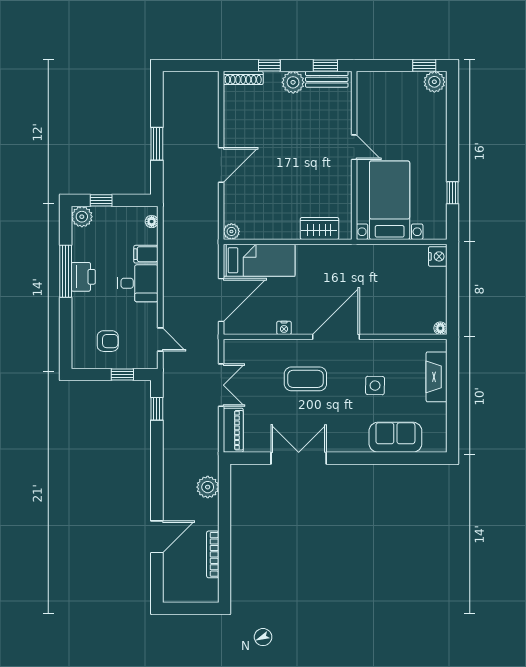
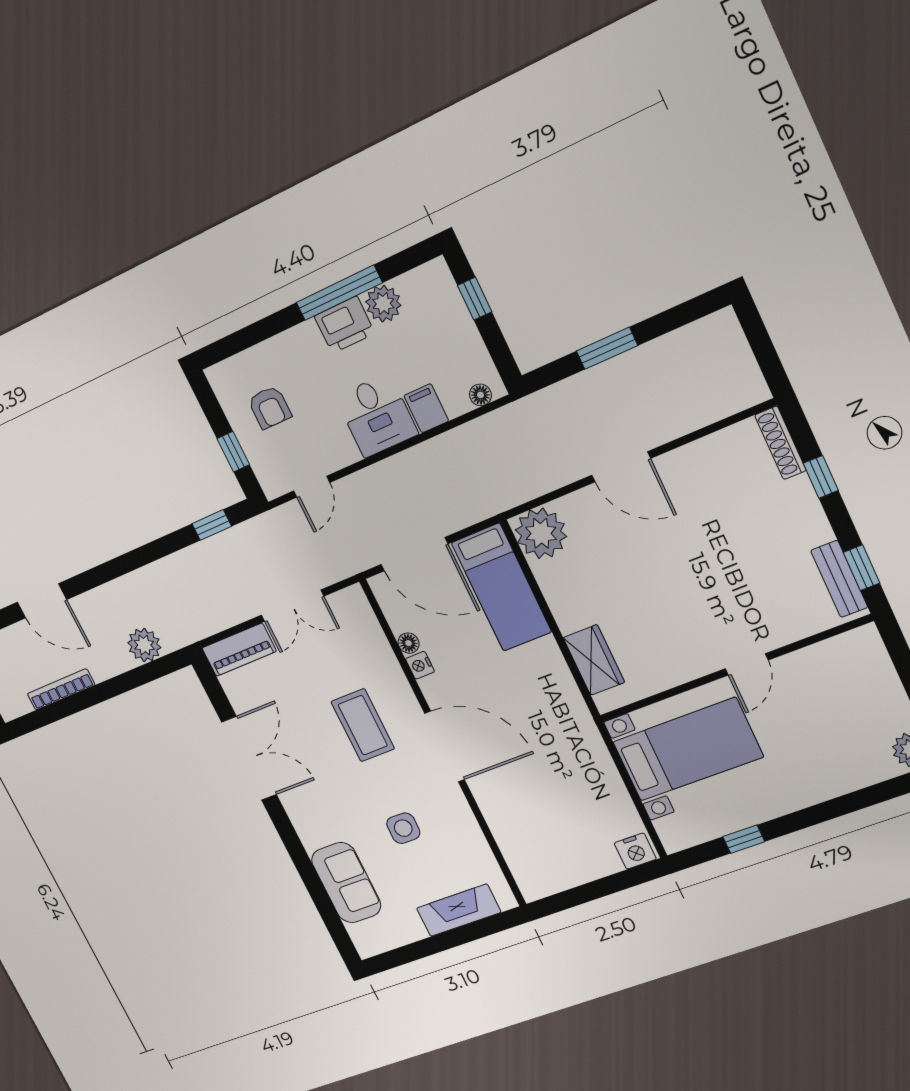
plant: (293, 82) -> (810, 527), removed
plant: (82, 217) -> (383, 304), moved
plant: (231, 231) -> (541, 533), width x1.88, depth x1.88
floor lamp: (440, 328) -> (409, 643), moved

